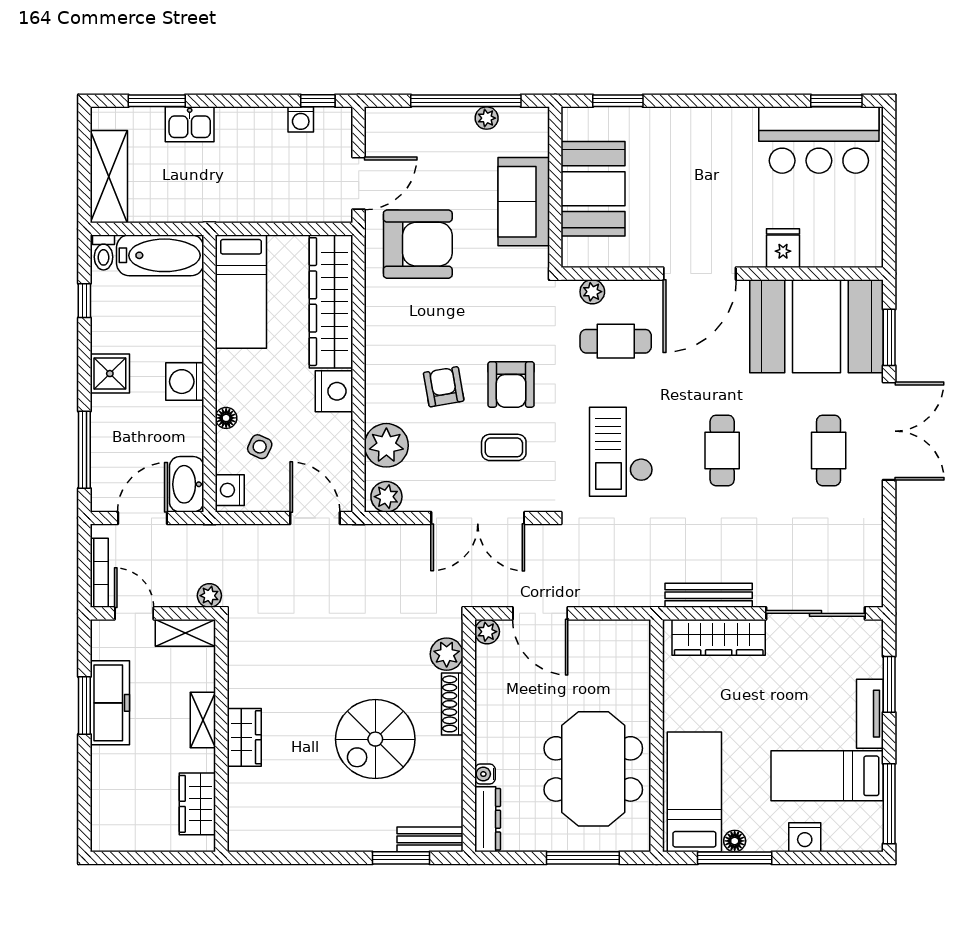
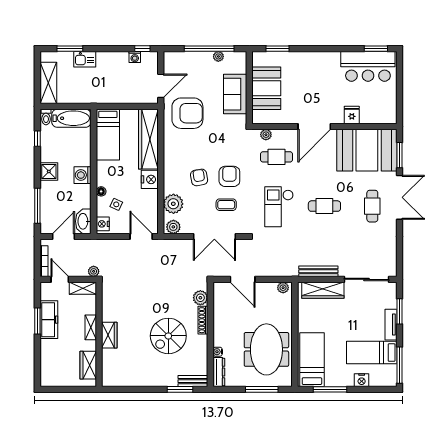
armchair: (511, 384) -> (229, 176), turned 180
cafe table: (722, 450) -> (324, 206), turned 90
plant: (487, 632) -> (283, 288), moved
floor lamp: (735, 841) -> (330, 382), removed

